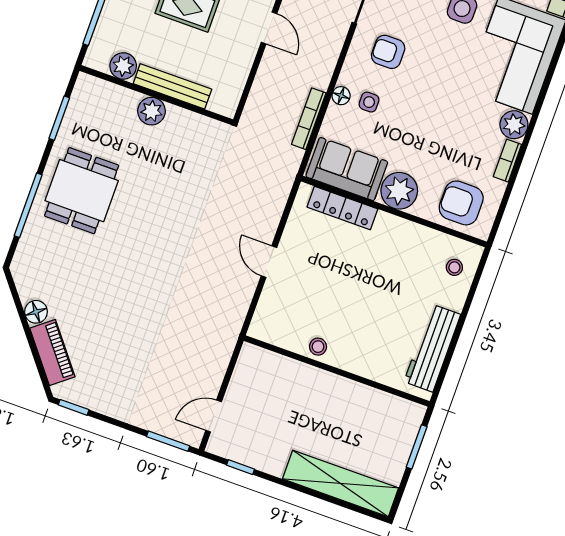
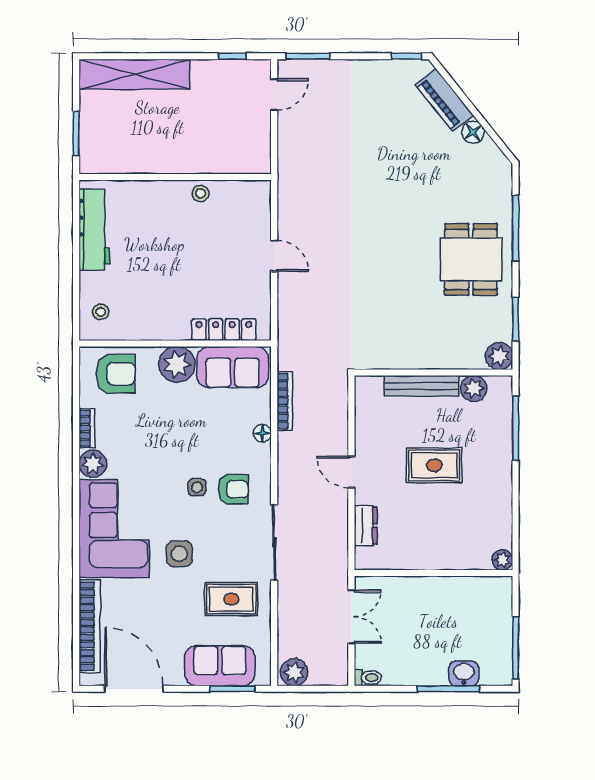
side table: (369, 102) -> (197, 487), moved
plant: (152, 111) -> (499, 356), moved

